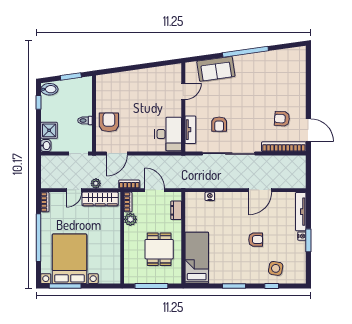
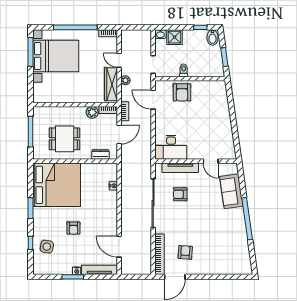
armchair: (109, 122) -> (182, 92), turned 90
tv unit: (190, 130) -> (180, 168), width x1.41
door: (260, 190) -> (119, 247), moved
bed: (197, 258) -> (57, 185), width x2.04

